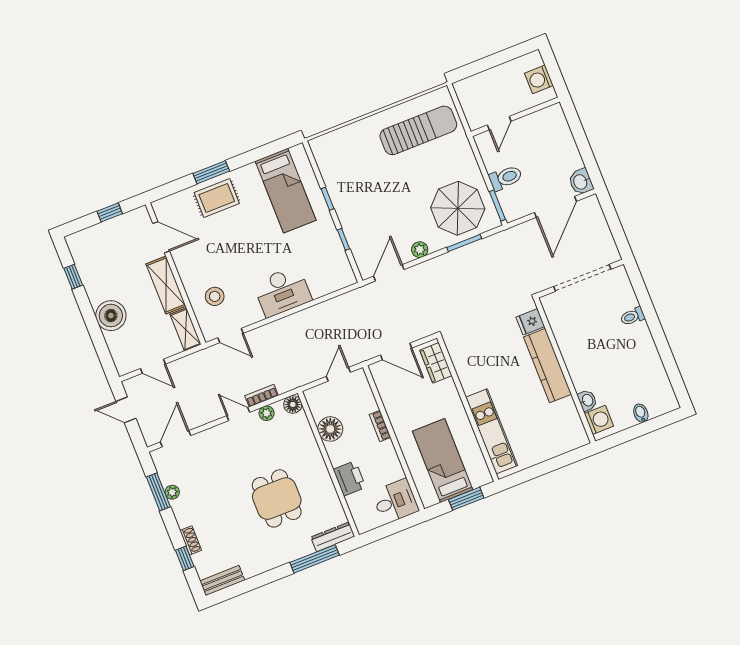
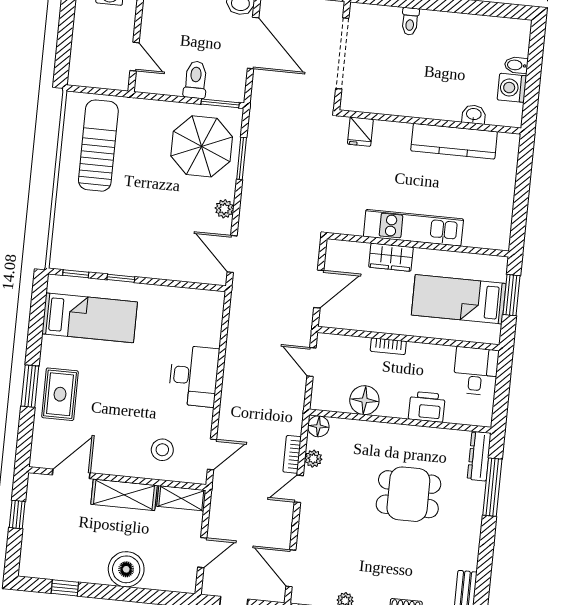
window: (344, 239) -> (76, 274), moved
wardrobe: (436, 363) -> (391, 257), moved
kitchen counter: (547, 366) -> (454, 141), moved
washing machine: (599, 420) -> (512, 88), moved, turned -90
kitchen unit: (492, 431) -> (413, 228), moved

